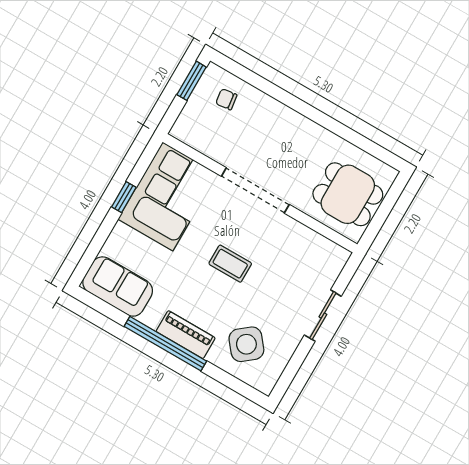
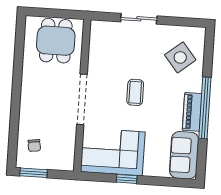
piano: (186, 335) -> (192, 112), moved

